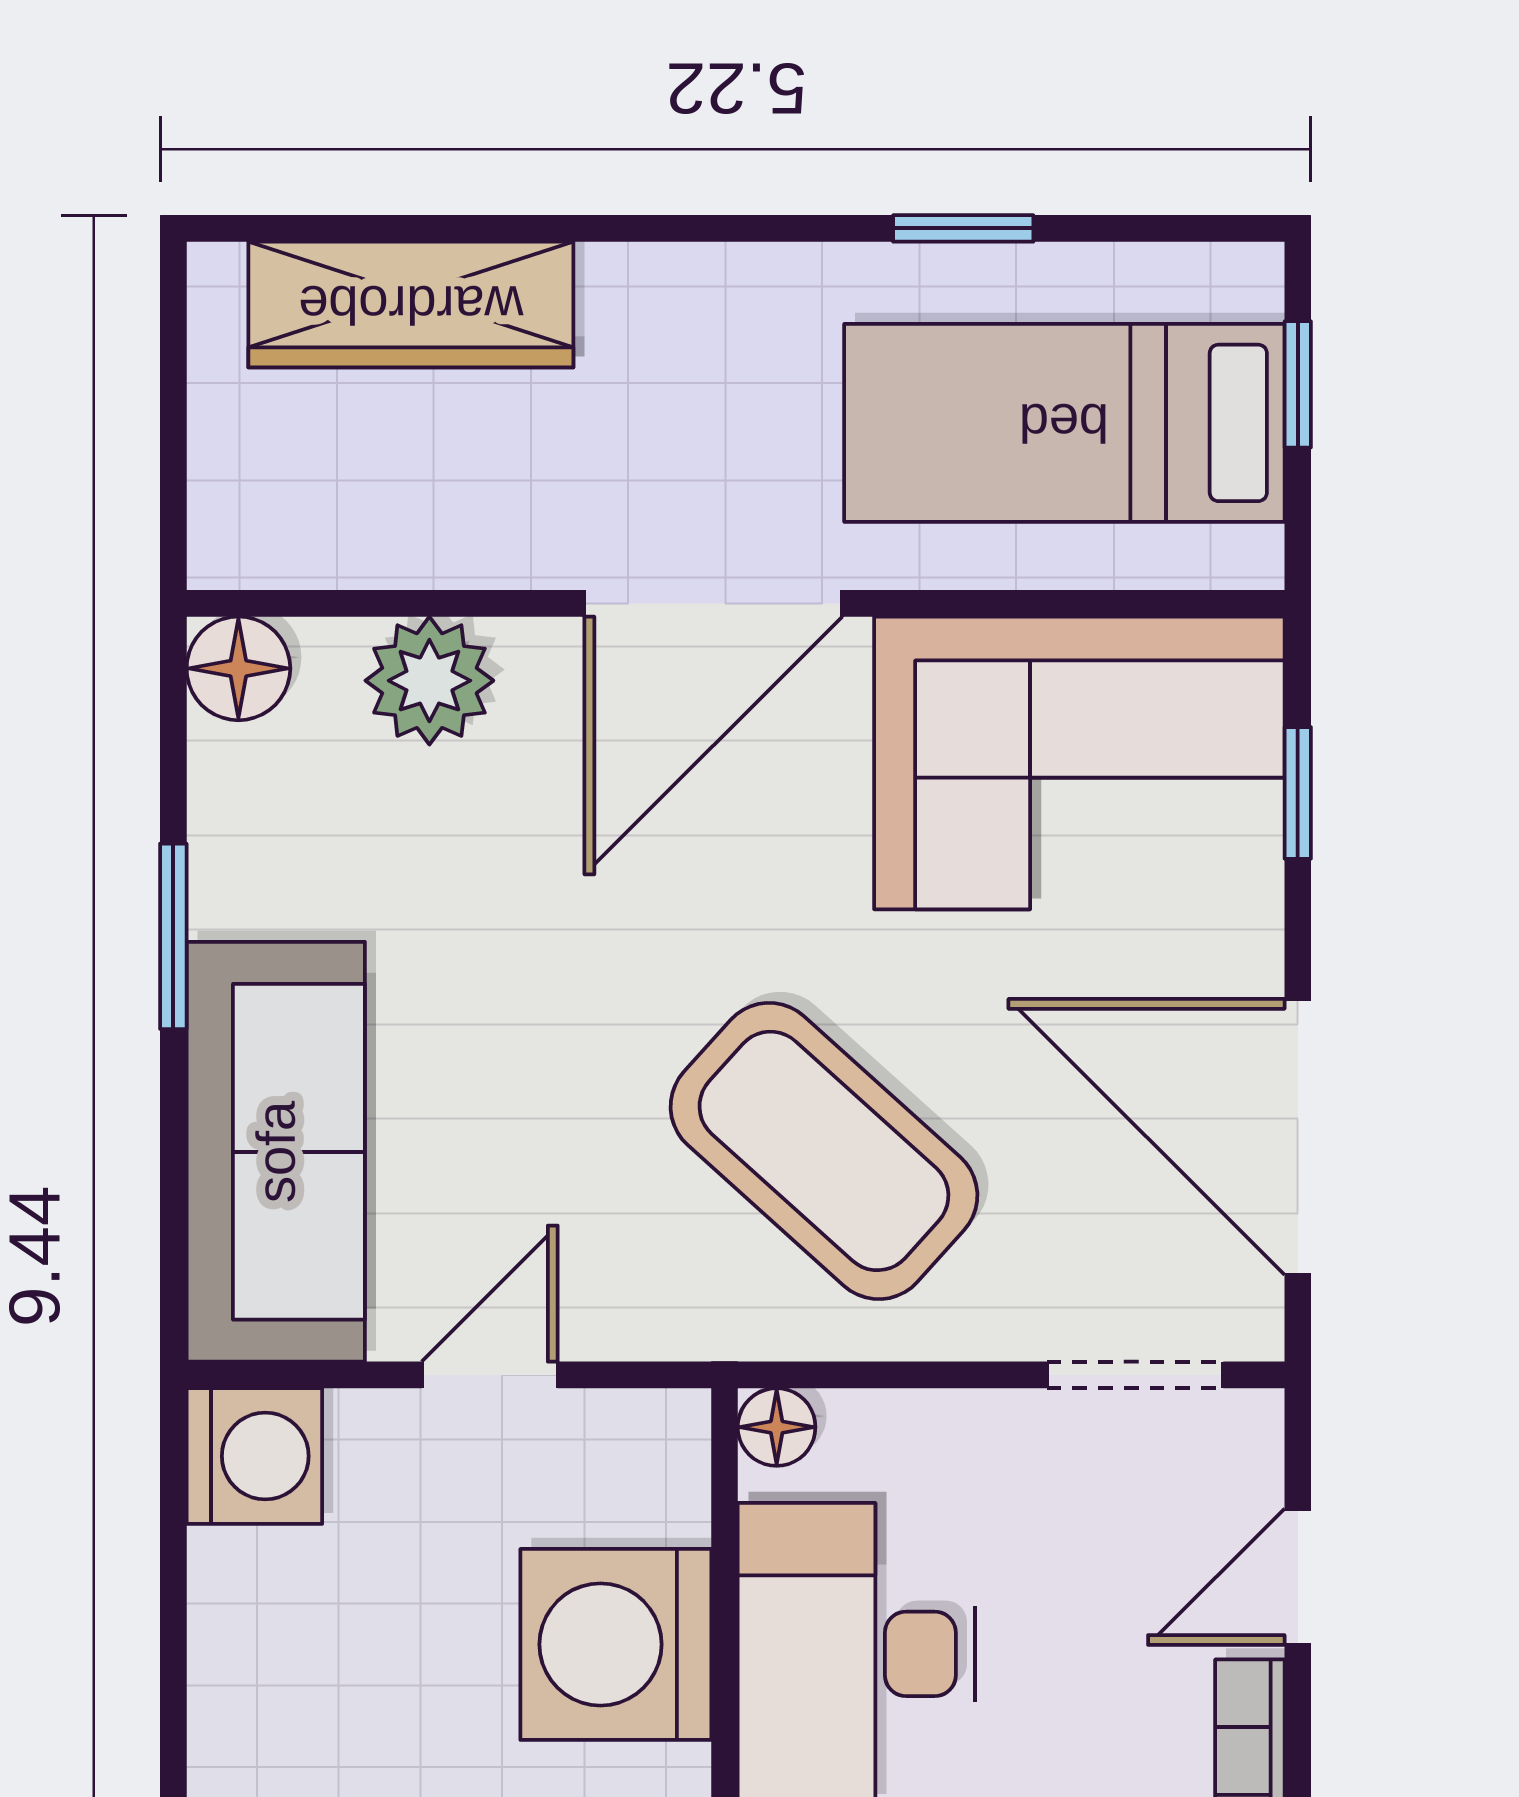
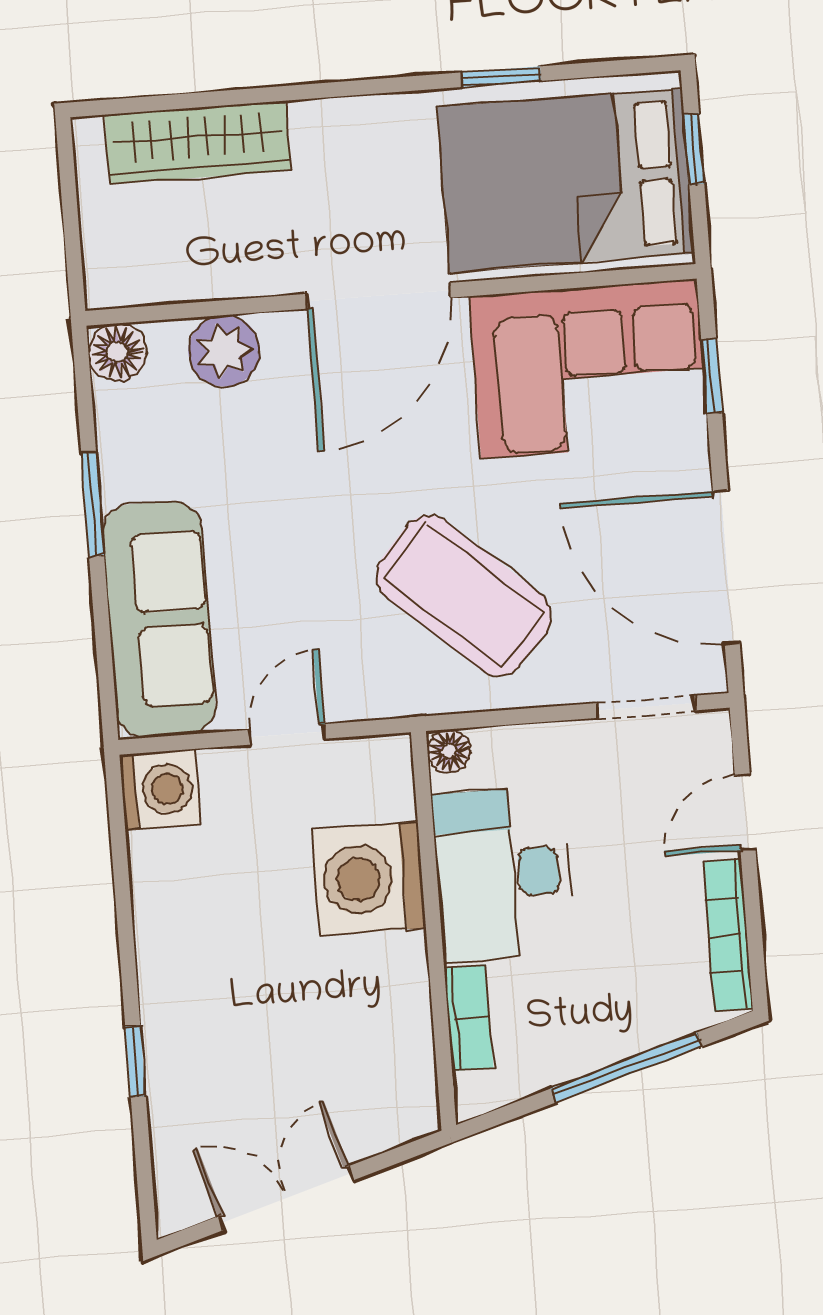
bed: (1064, 423) -> (566, 180), width x1.50

